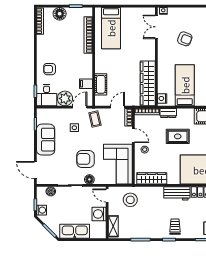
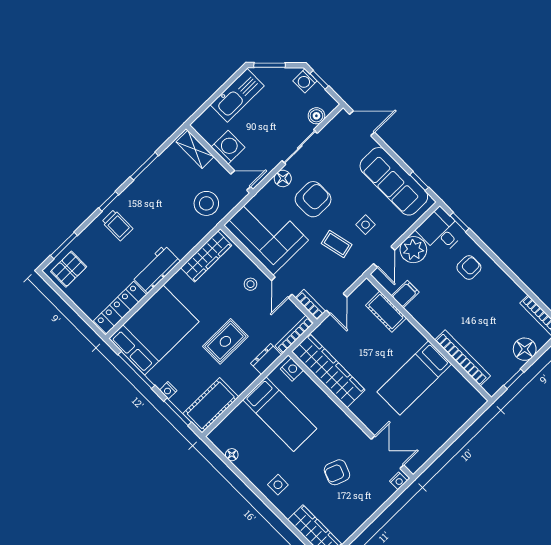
bed: (111, 28) -> (414, 378), moved, turned -90
coffee table: (95, 119) -> (337, 244), moved
door: (133, 136) -> (282, 287), hinge flipped
sofa: (46, 140) -> (394, 181), width x1.36

